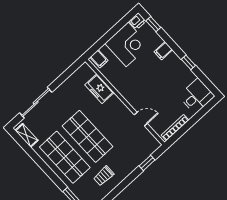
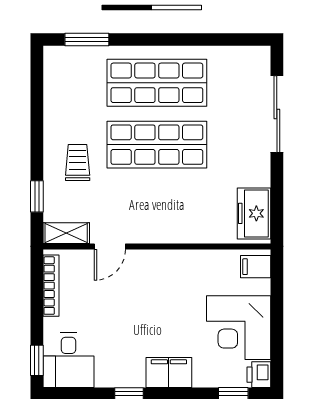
filing cabinet: (163, 51) -> (169, 372), width x2.00
freezer: (99, 89) -> (254, 213), moved, turned -90
window: (207, 108) -> (37, 360), added
shelving: (27, 135) -> (66, 233), moved
trolley: (104, 176) -> (78, 162), moved

